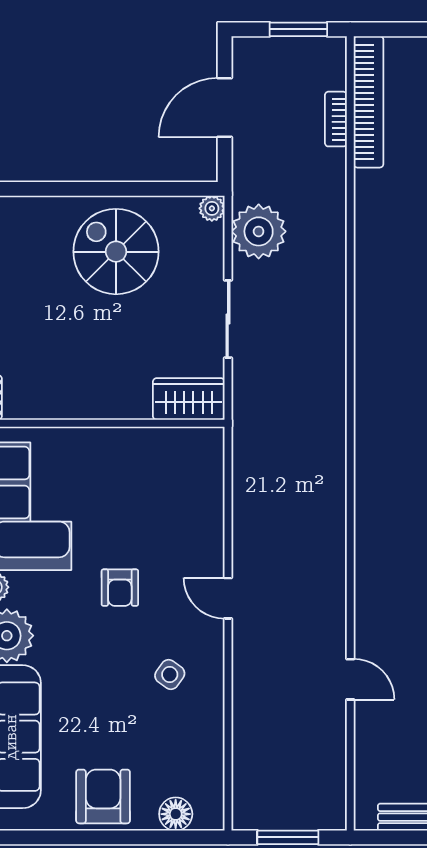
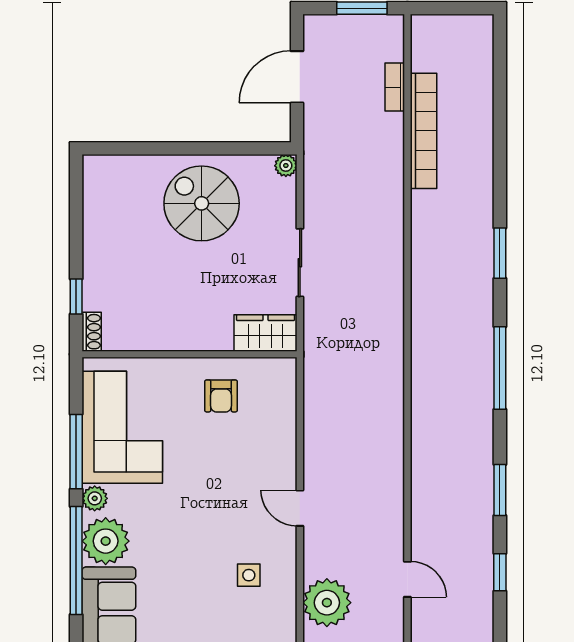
bookcase: (369, 102) -> (423, 131), moved
plant: (259, 231) -> (327, 603), moved
armchair: (120, 588) -> (221, 396), moved
side table: (170, 675) -> (249, 575), turned -36

